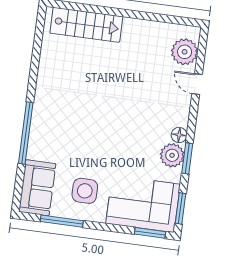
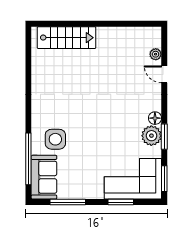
plant: (185, 52) -> (156, 54), width x0.53, depth x0.53
window: (26, 133) -> (28, 159), moved
side table: (85, 191) -> (55, 139), moved
window: (150, 233) -> (121, 202), moved

